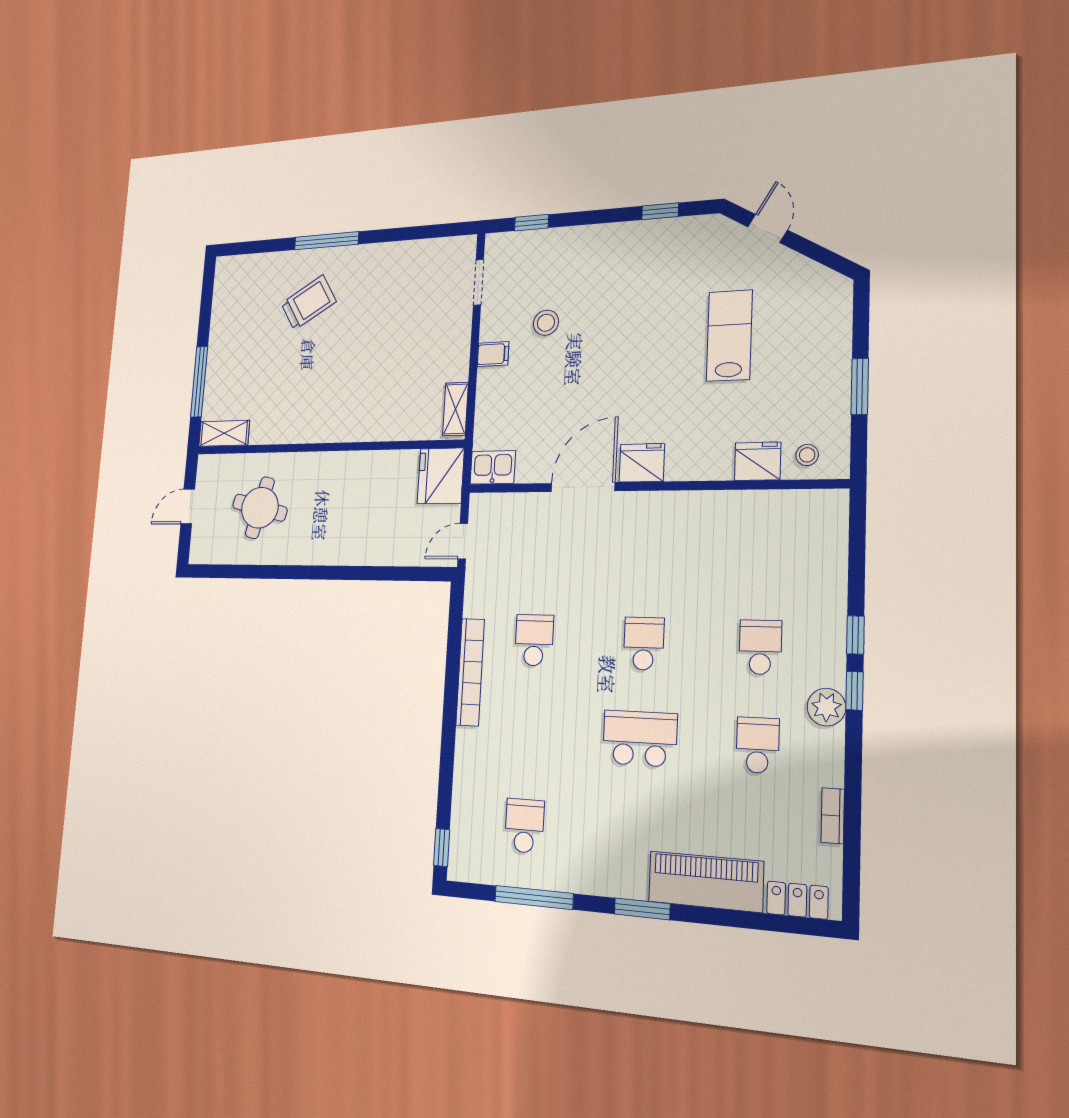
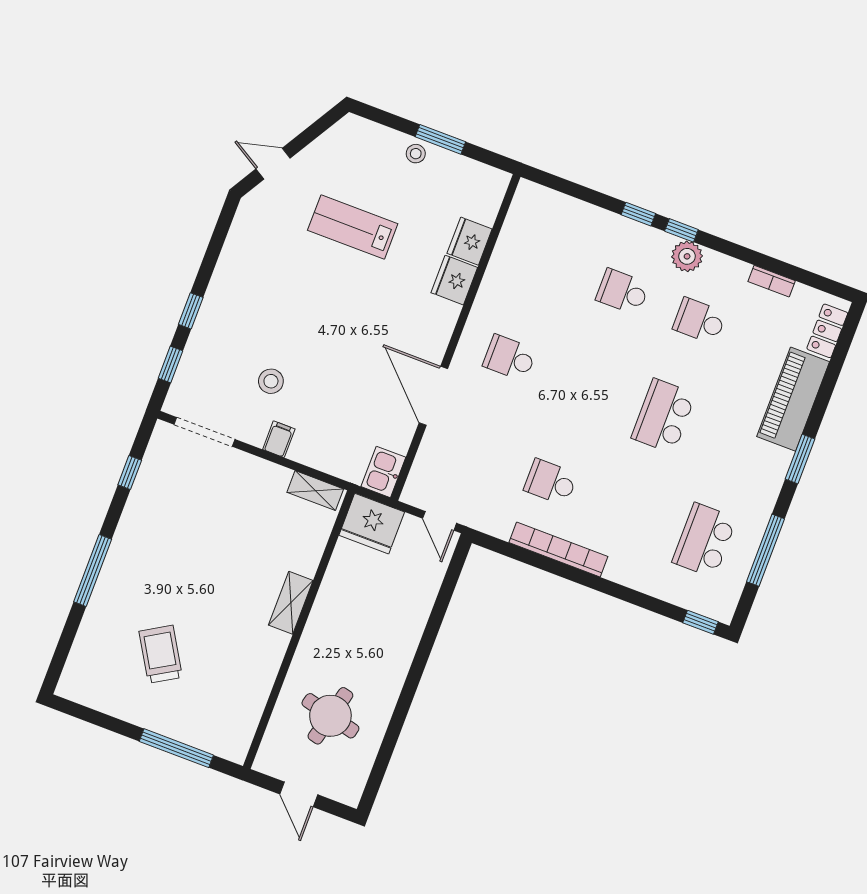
window: (660, 211) -> (191, 311), moved
window: (421, 232) -> (130, 472), added
doorway: (478, 282) -> (204, 432), width x1.38
trolley: (309, 303) -> (161, 654), moved
shelving: (224, 433) -> (291, 603), moved
stool: (807, 455) -> (416, 154), moved
fridge: (642, 463) -> (454, 280), moved
school desk: (644, 644) -> (510, 358), moved
school desk: (524, 826) -> (704, 540), width x1.85

